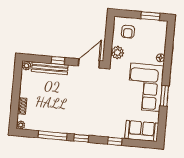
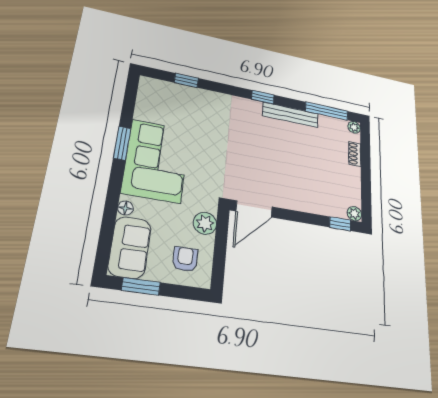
window: (58, 61) -> (340, 224), moved
bench: (50, 68) -> (291, 115), moved
sofa: (142, 131) -> (130, 247), moved, turned -90
window: (53, 136) -> (327, 111), moved
window: (115, 141) -> (186, 80), moved

